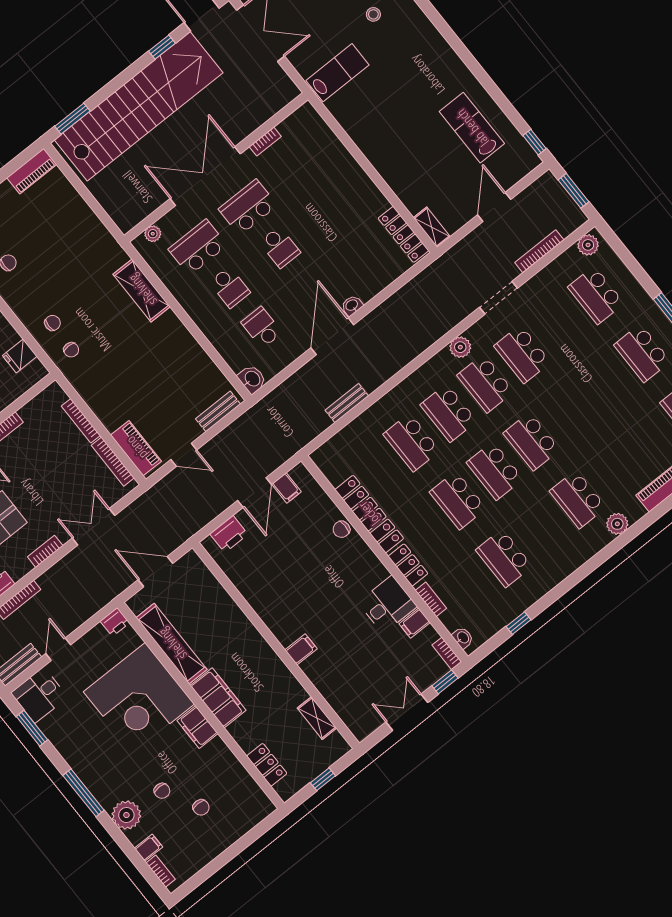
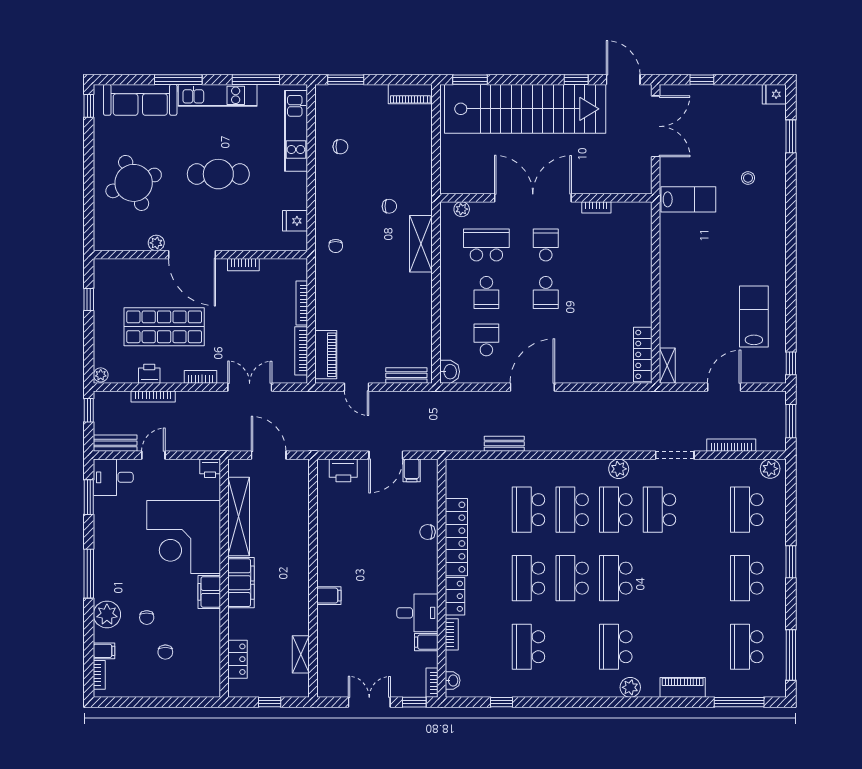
school desk: (248, 207) -> (546, 245), width x0.54
washbasin: (352, 305) -> (564, 376), removed
chair: (53, 323) -> (389, 206), moved

